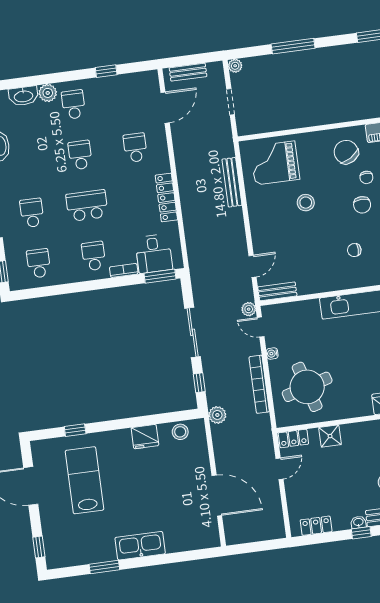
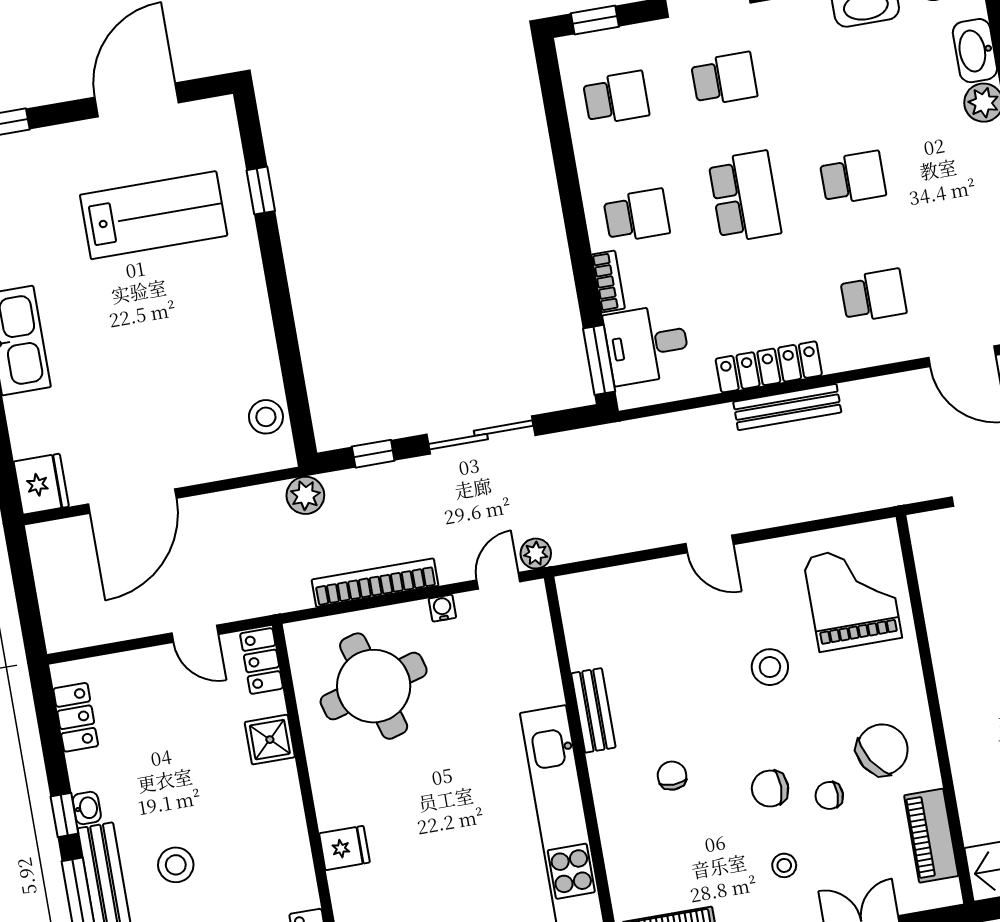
school desk: (73, 104) -> (961, 159), removed
bench: (232, 182) -> (787, 407), moved
door: (253, 266) -> (710, 544), moved
bench: (277, 291) -> (593, 710), moved
fridge: (145, 437) -> (41, 484), moved, turned 180

